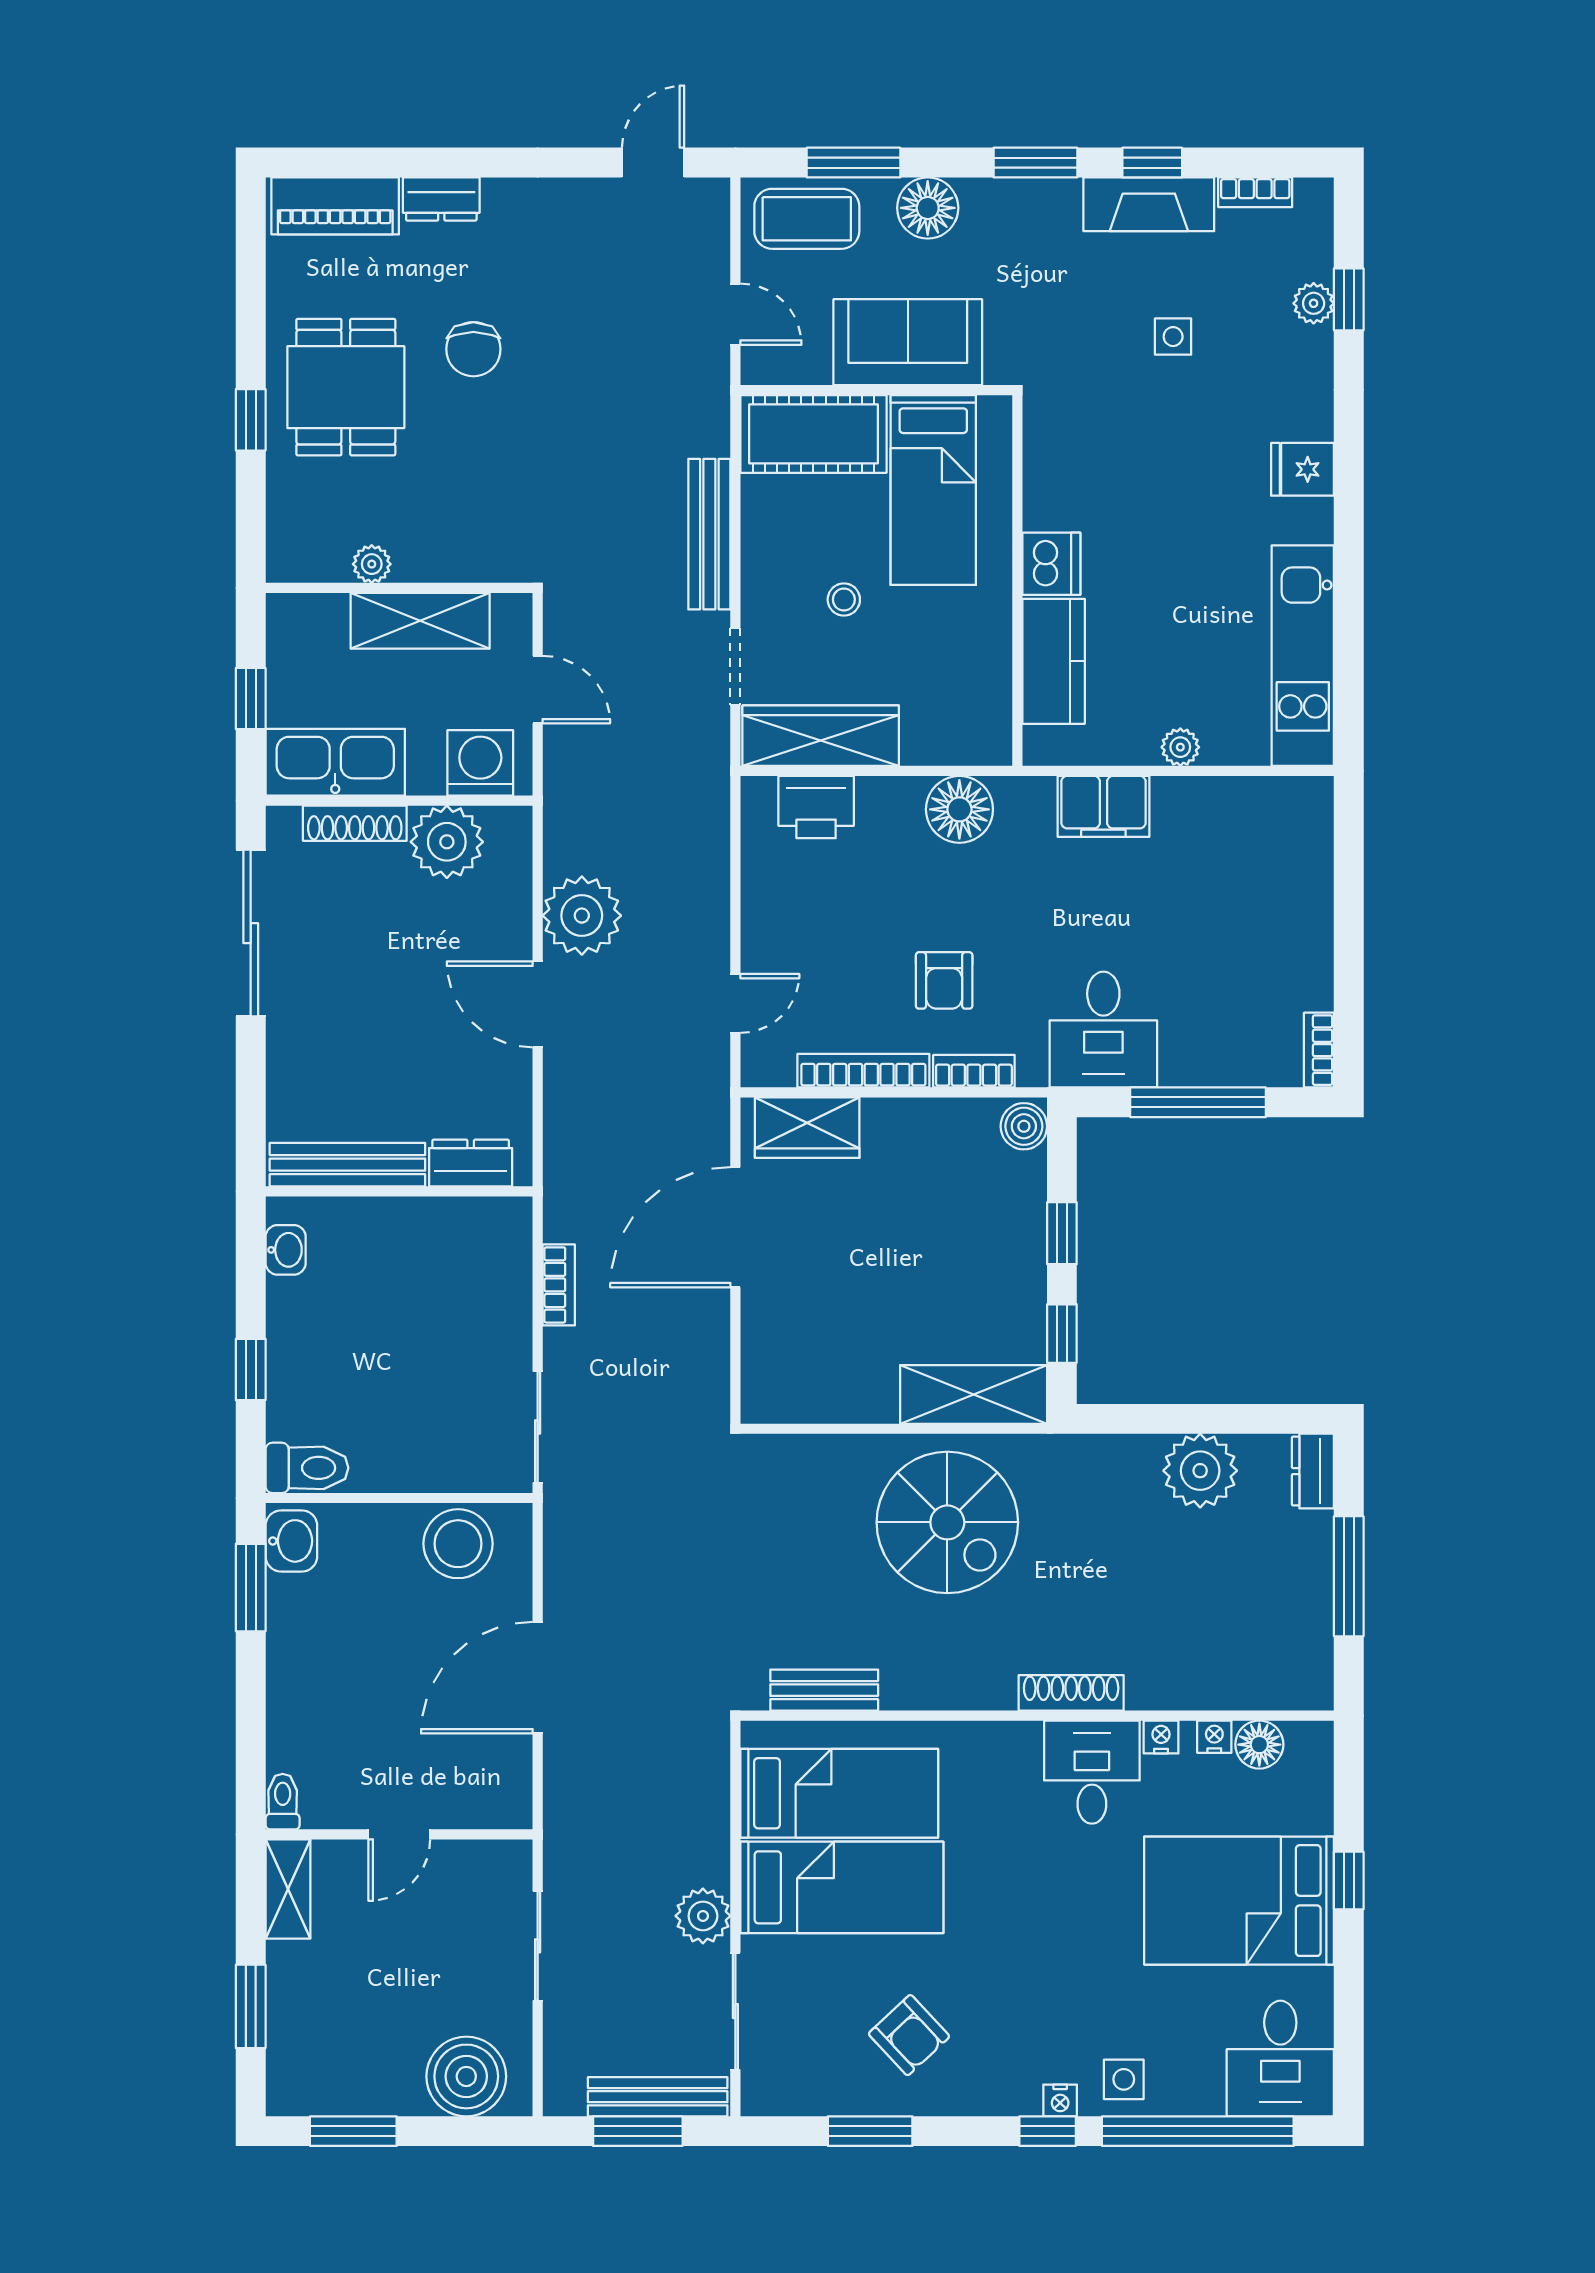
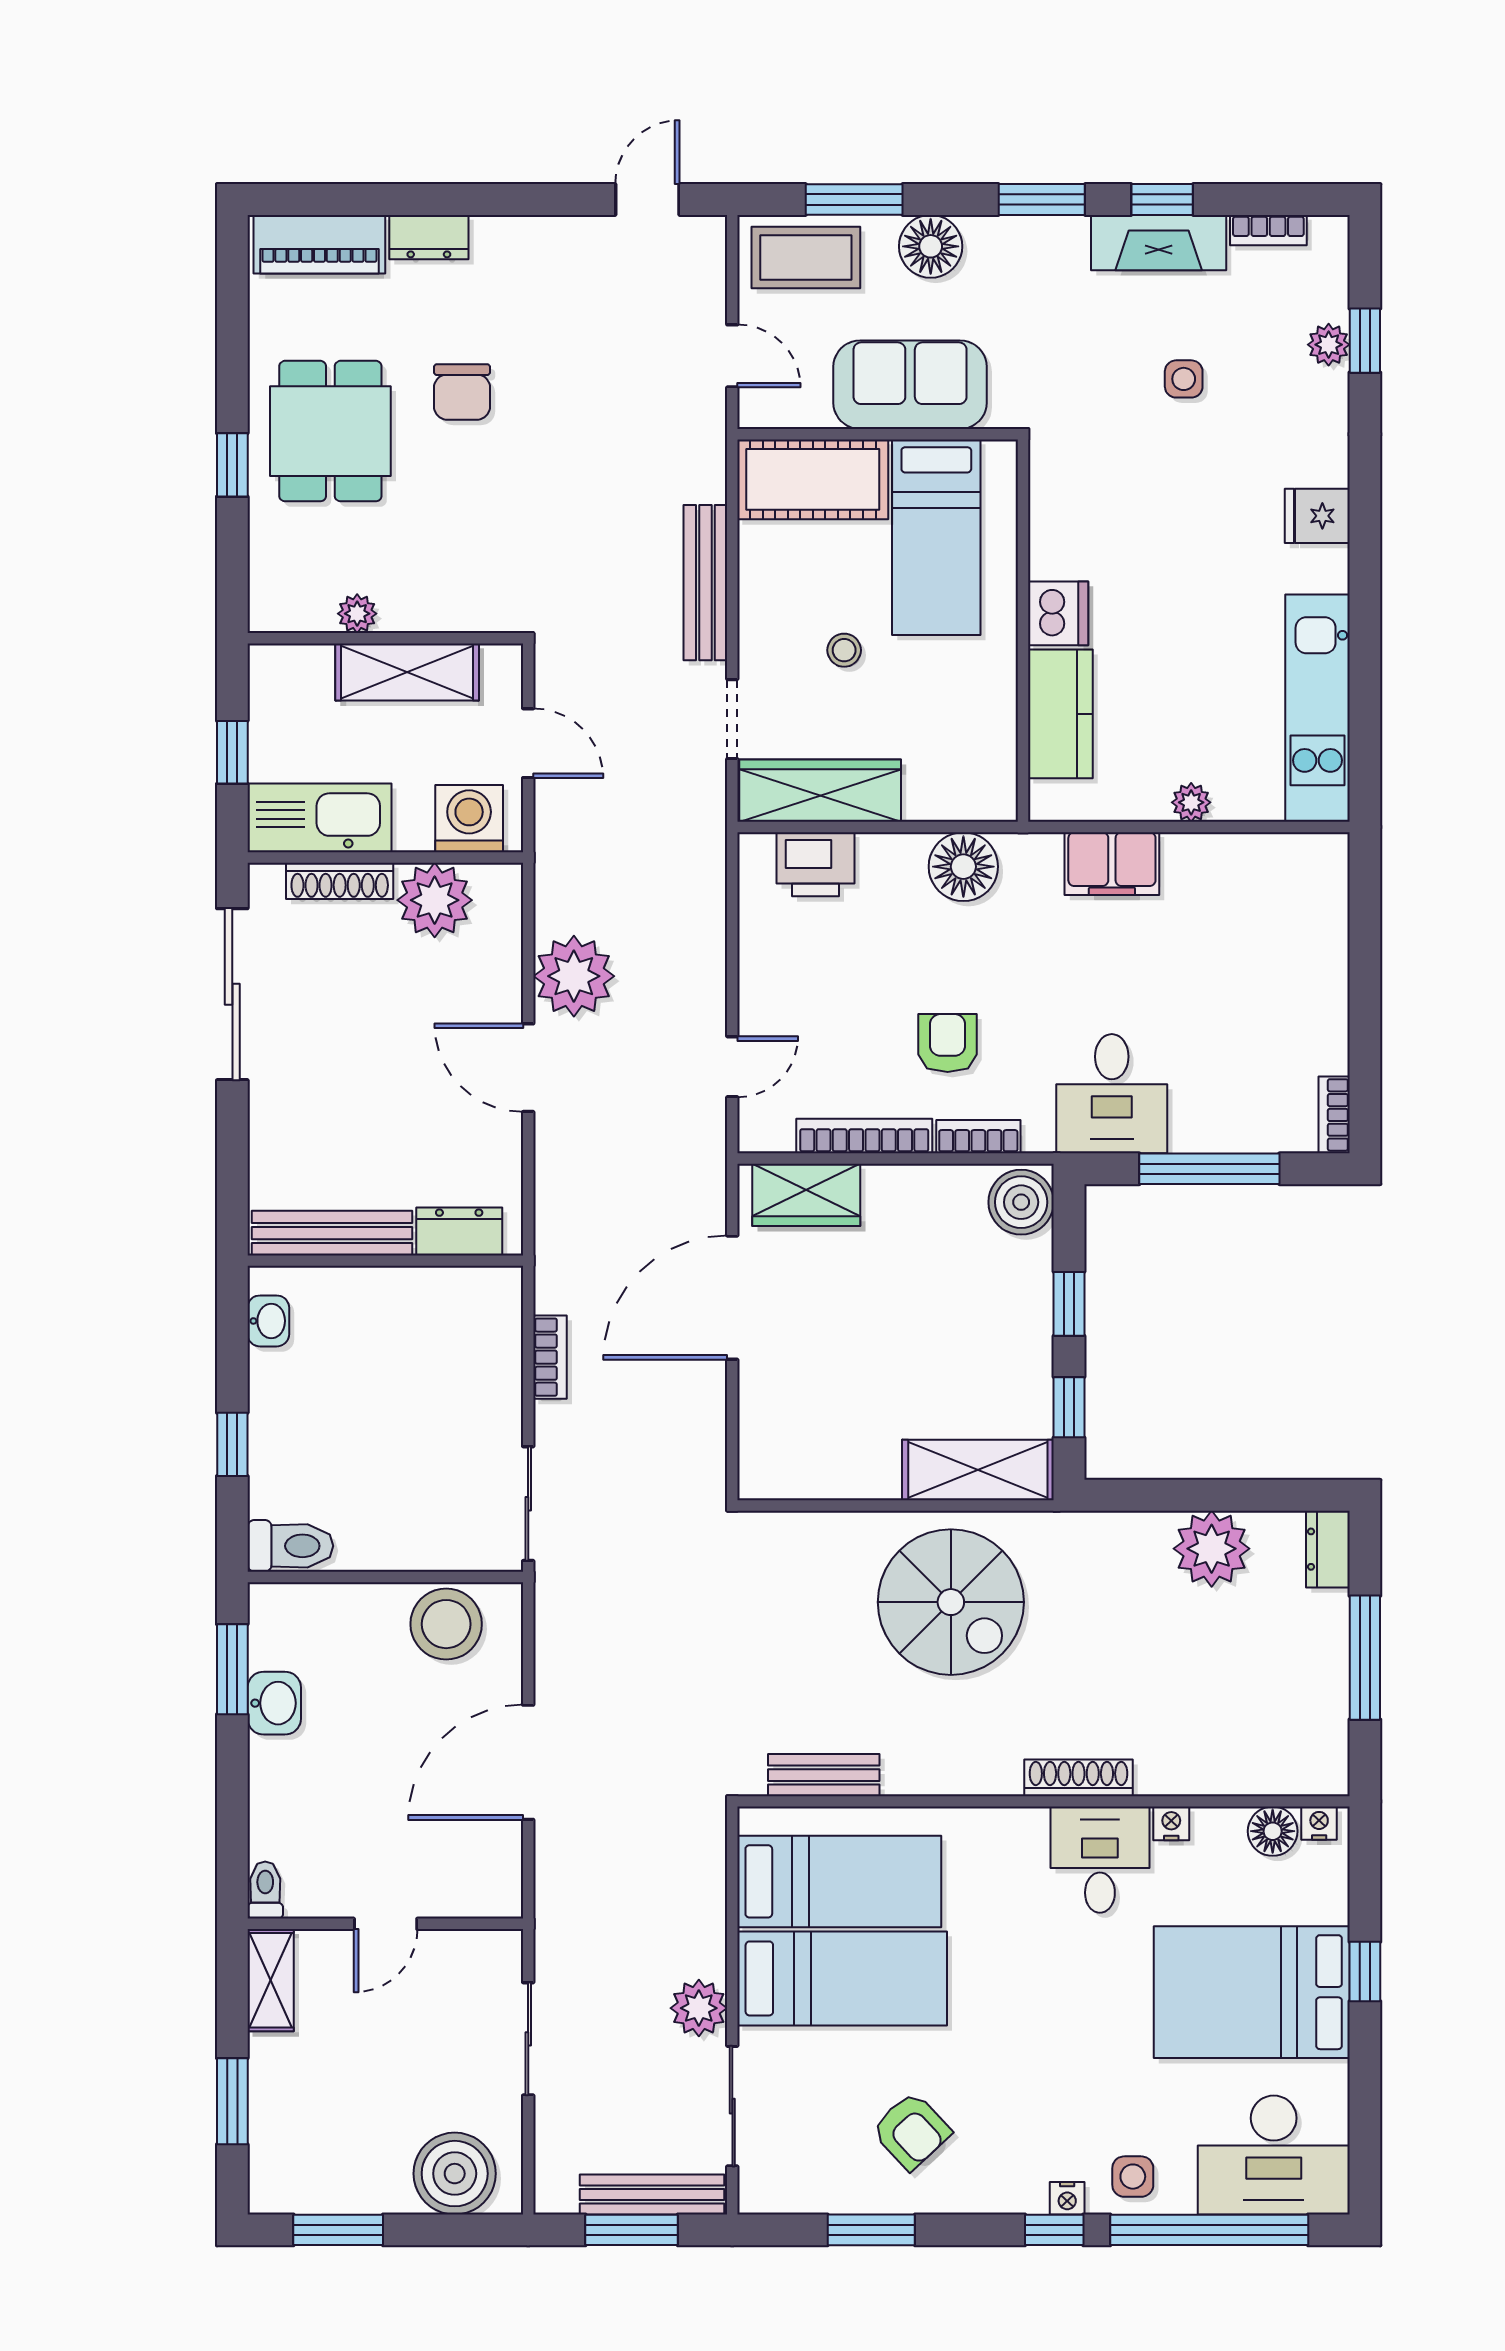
armchair: (944, 980) -> (948, 1043), turned 180
boiler: (1024, 1126) -> (1021, 1202), width x1.36, depth x1.36
washbasin: (291, 1541) -> (274, 1703), moved
nightstand: (1214, 1737) -> (1319, 1823), moved
desk: (1280, 2058) -> (1274, 2155), width x1.37

